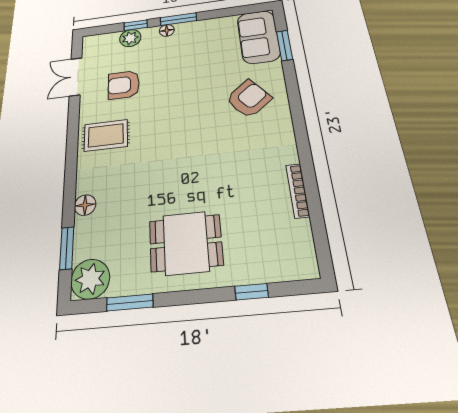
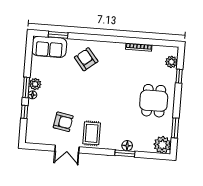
plant: (130, 38) -> (35, 84), moved
double door: (76, 77) -> (67, 149), moved
armchair: (124, 85) -> (63, 122), turned -80
window: (67, 248) -> (125, 153), moved
plant: (281, 268) -> (171, 62), added

